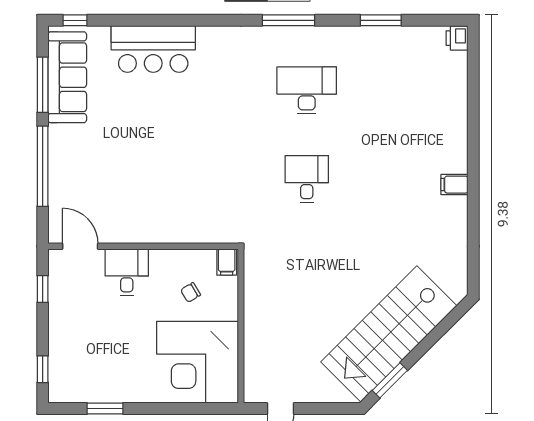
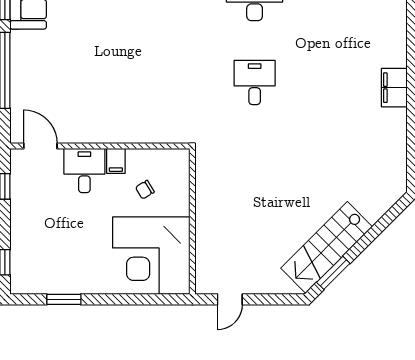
filing cabinet: (454, 185) -> (394, 88), width x2.00
filing cabinet: (227, 262) -> (116, 161), moved
stairs: (389, 334) -> (327, 247), width x0.73, depth x0.66

